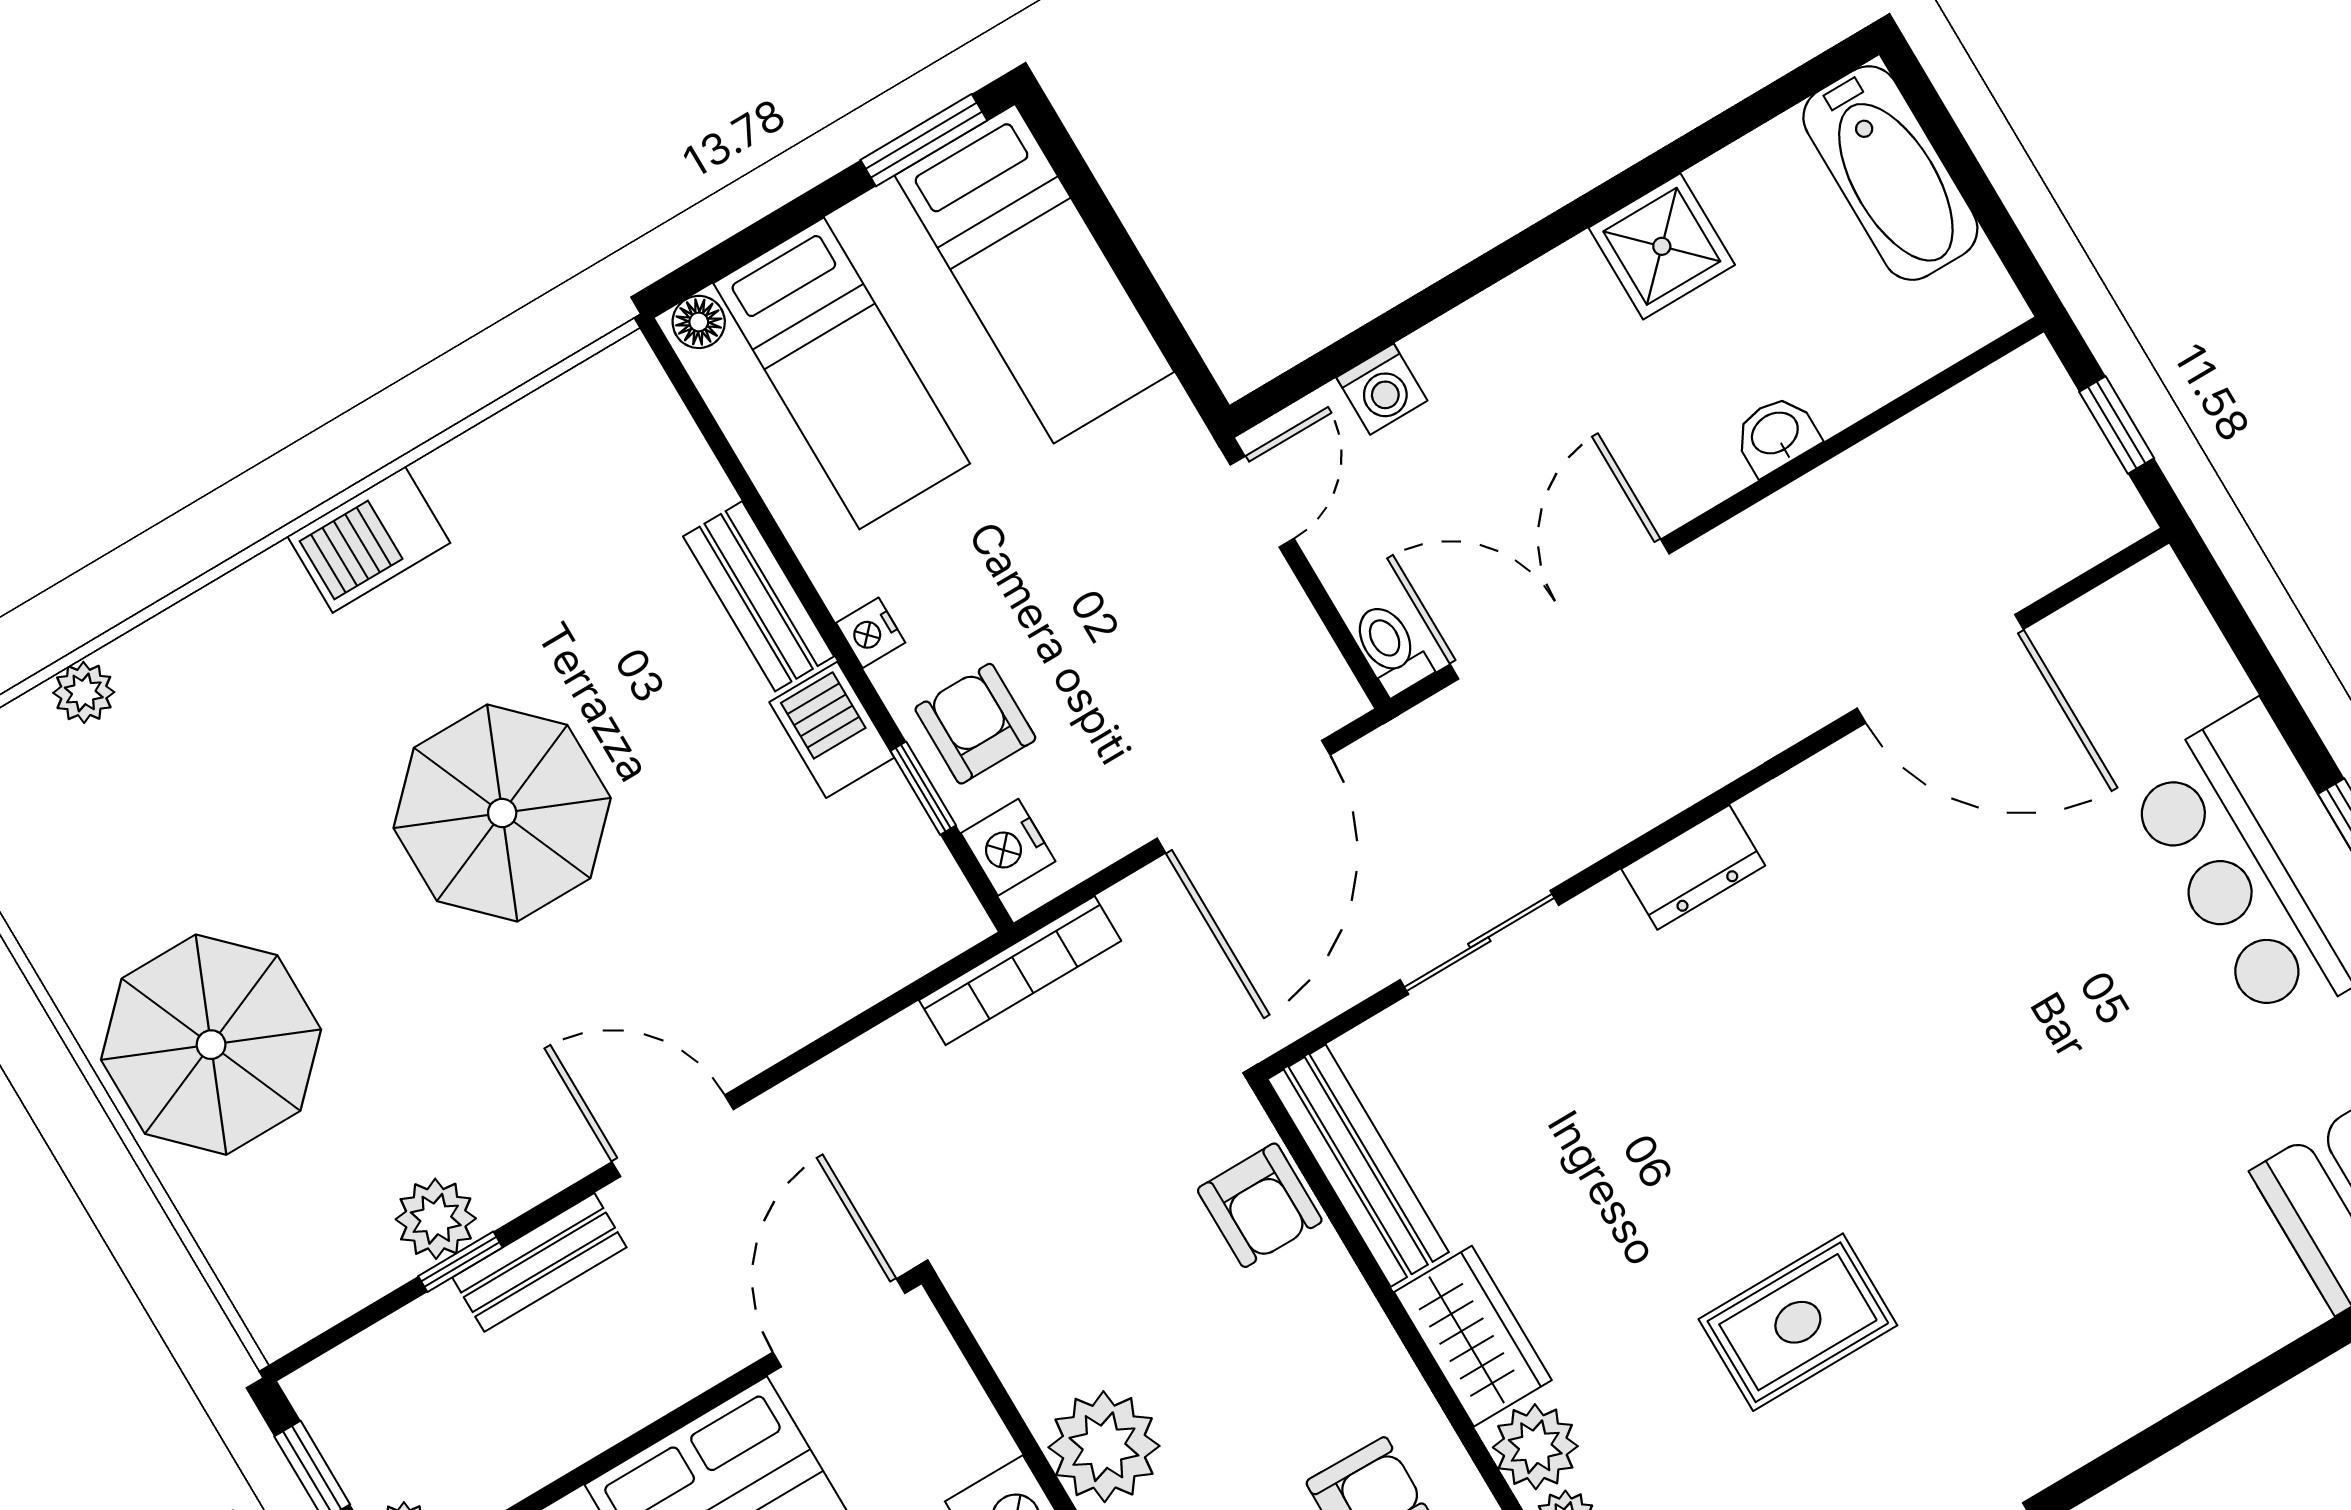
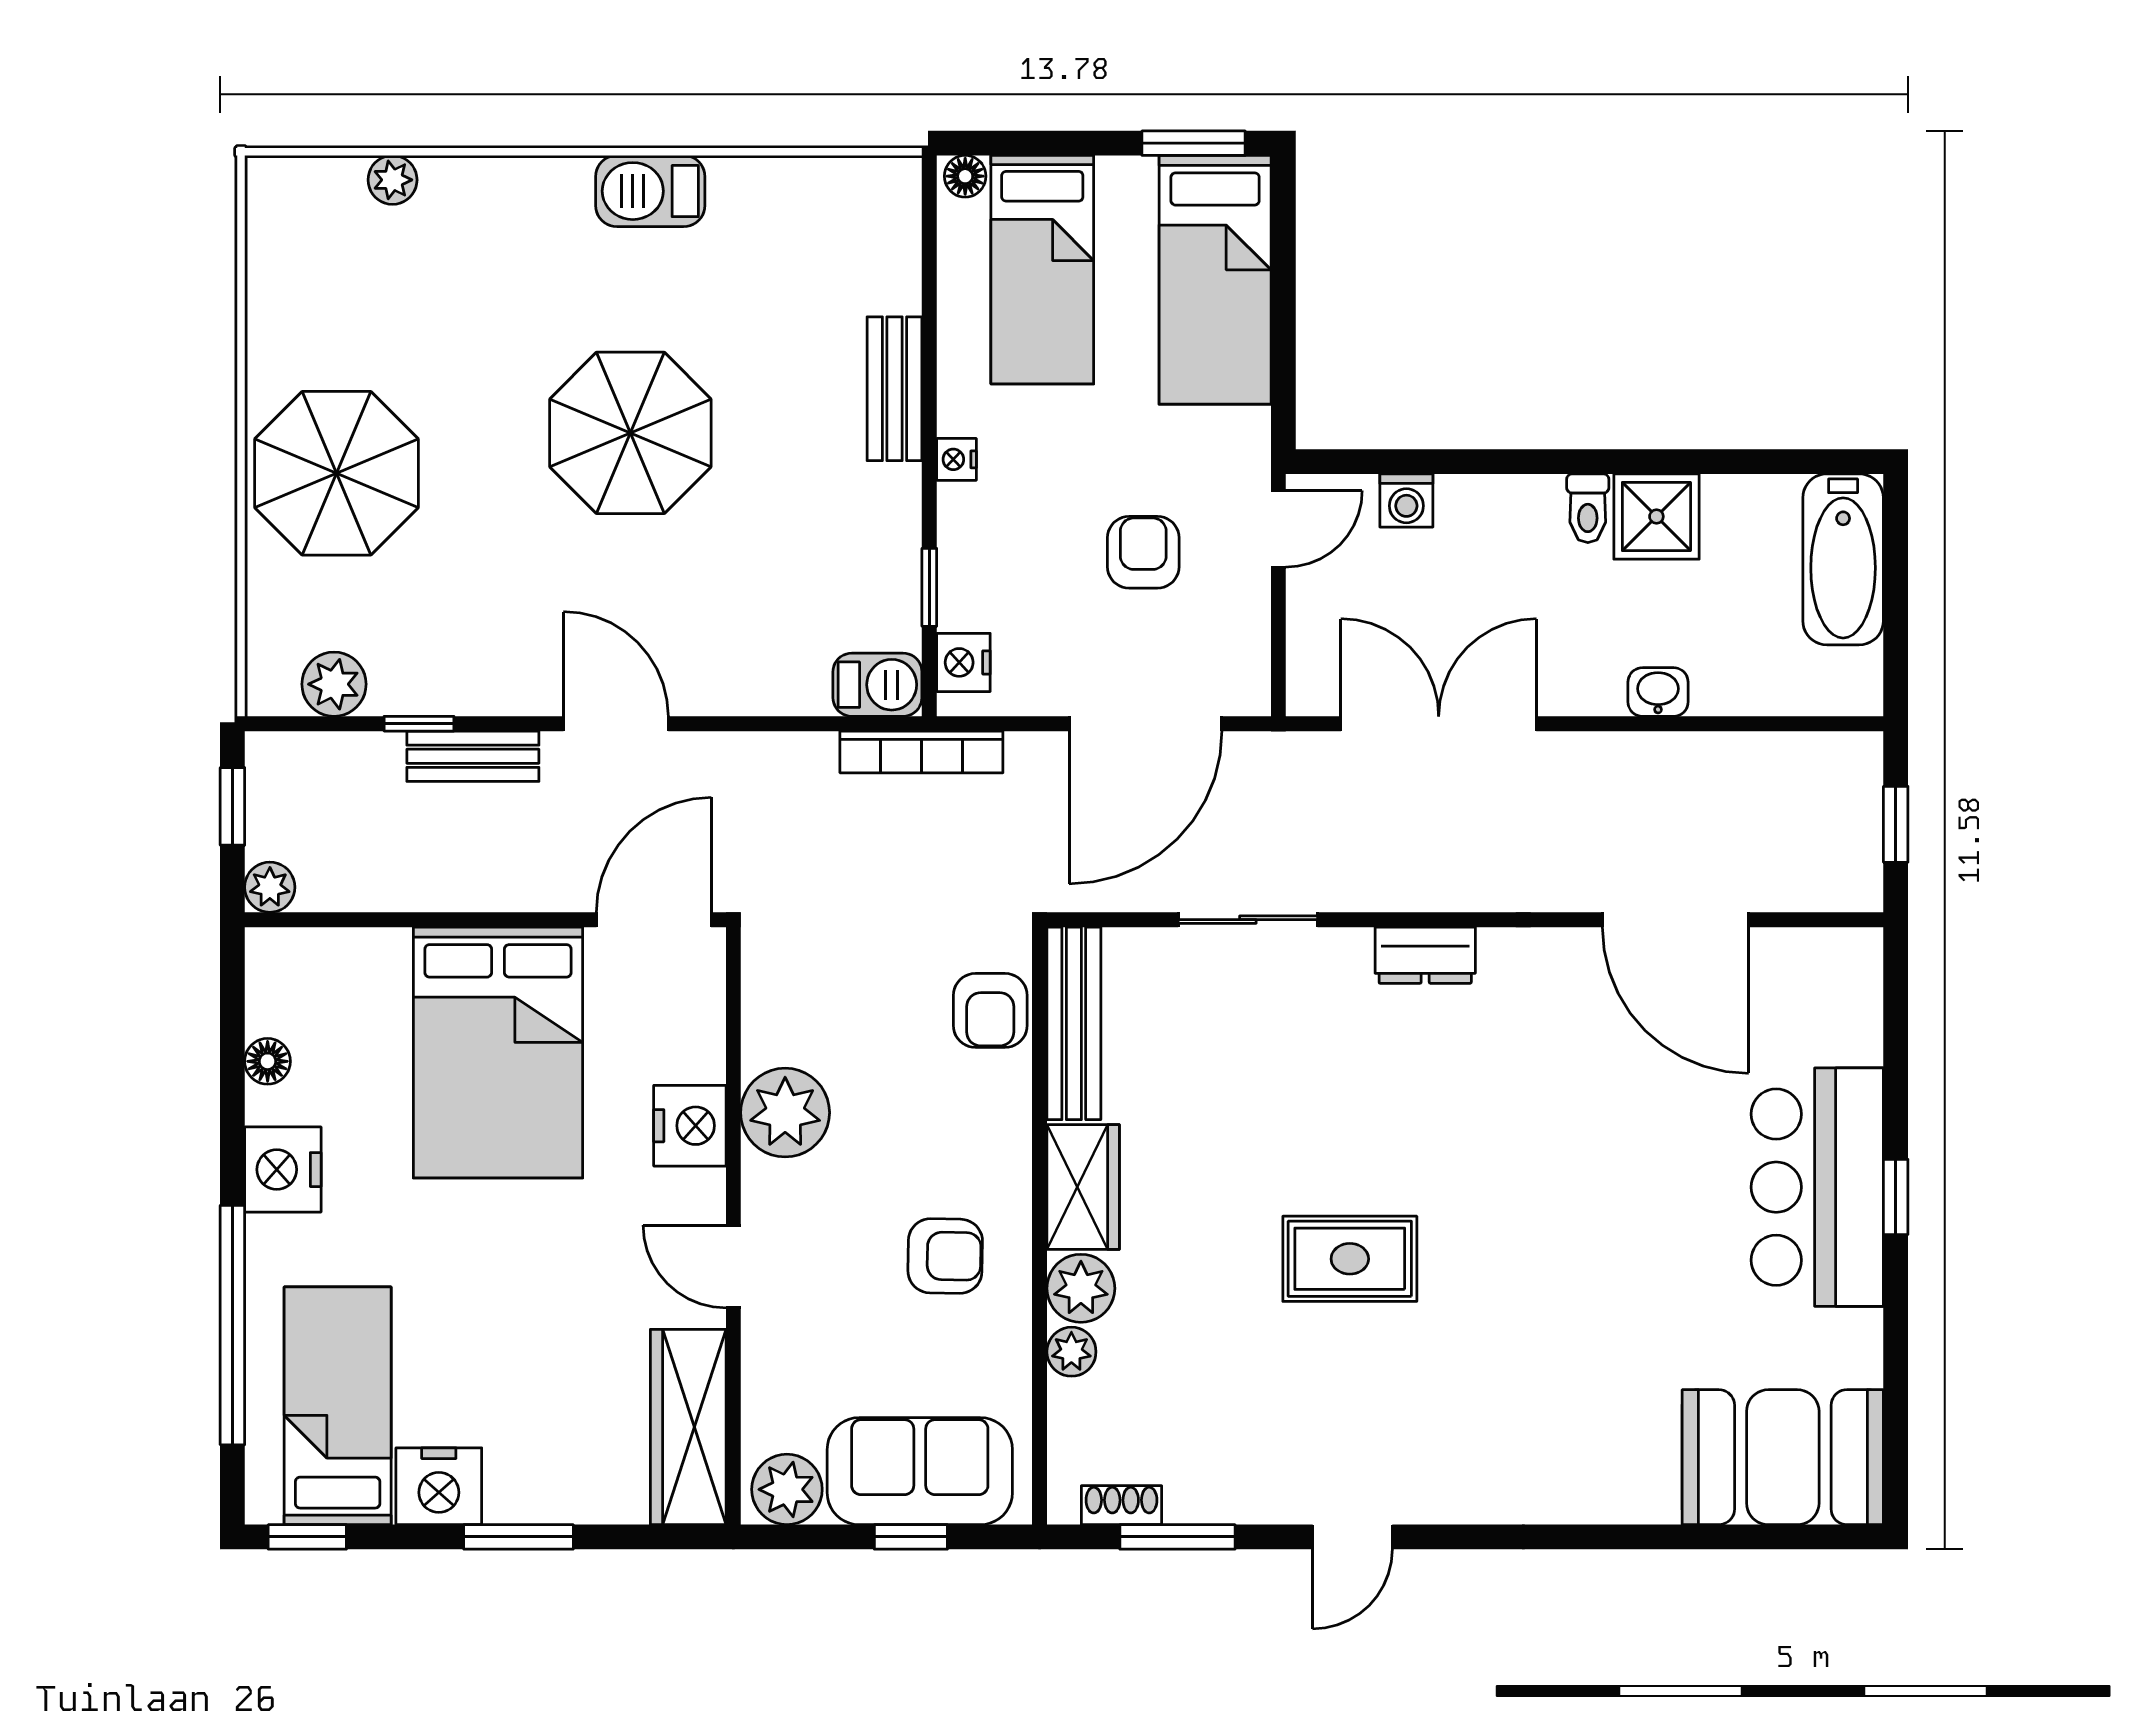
toilet: (1391, 648) -> (1588, 508), moved, turned 180
armchair: (975, 724) -> (1143, 552), moved
barbecue: (832, 730) -> (877, 685), moved, turned 90
plant: (436, 1219) -> (334, 684), moved
rug: (1798, 1322) -> (1350, 1259), moved

